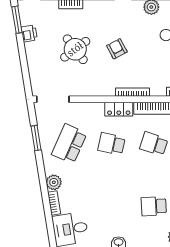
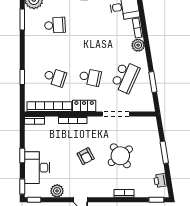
window: (17, 20) -> (164, 152), moved
printer: (29, 33) -> (160, 180), moved
doorway: (53, 99) -> (116, 114), moved

